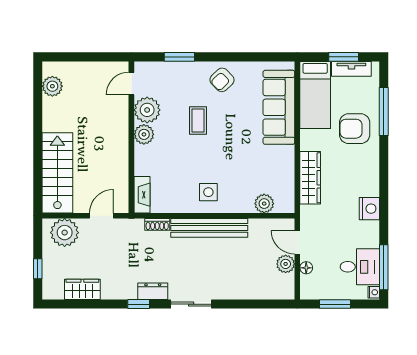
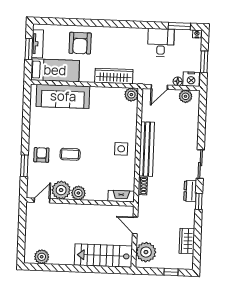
armchair: (222, 80) -> (41, 155), moved, turned -136
door: (131, 84) -> (42, 201), swing flipped
window: (384, 111) -> (69, 22), removed
plant: (264, 204) -> (131, 95), moved
nightstand: (369, 209) -> (191, 79), moved, turned 180
plant: (286, 264) -> (186, 96), moved
desk: (360, 267) -> (161, 43), moved
window: (384, 267) -> (179, 26), width x0.69

